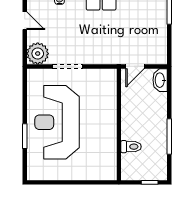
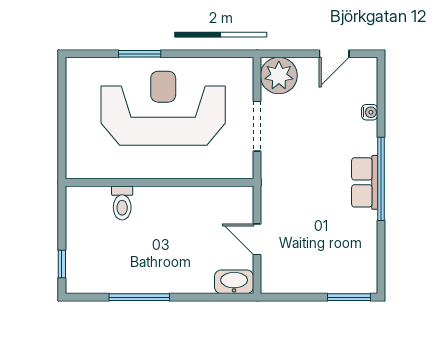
wall: (119, 124) -> (159, 182), moved
toilet: (131, 147) -> (122, 203), moved

